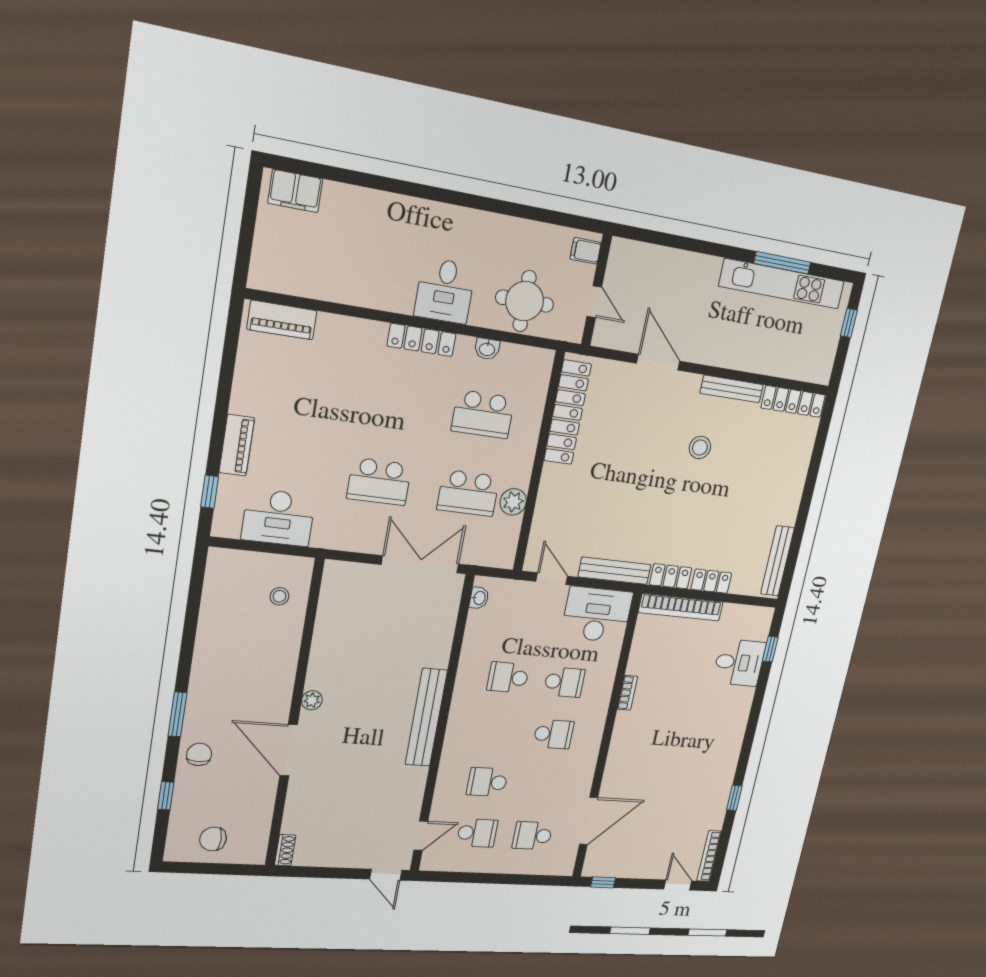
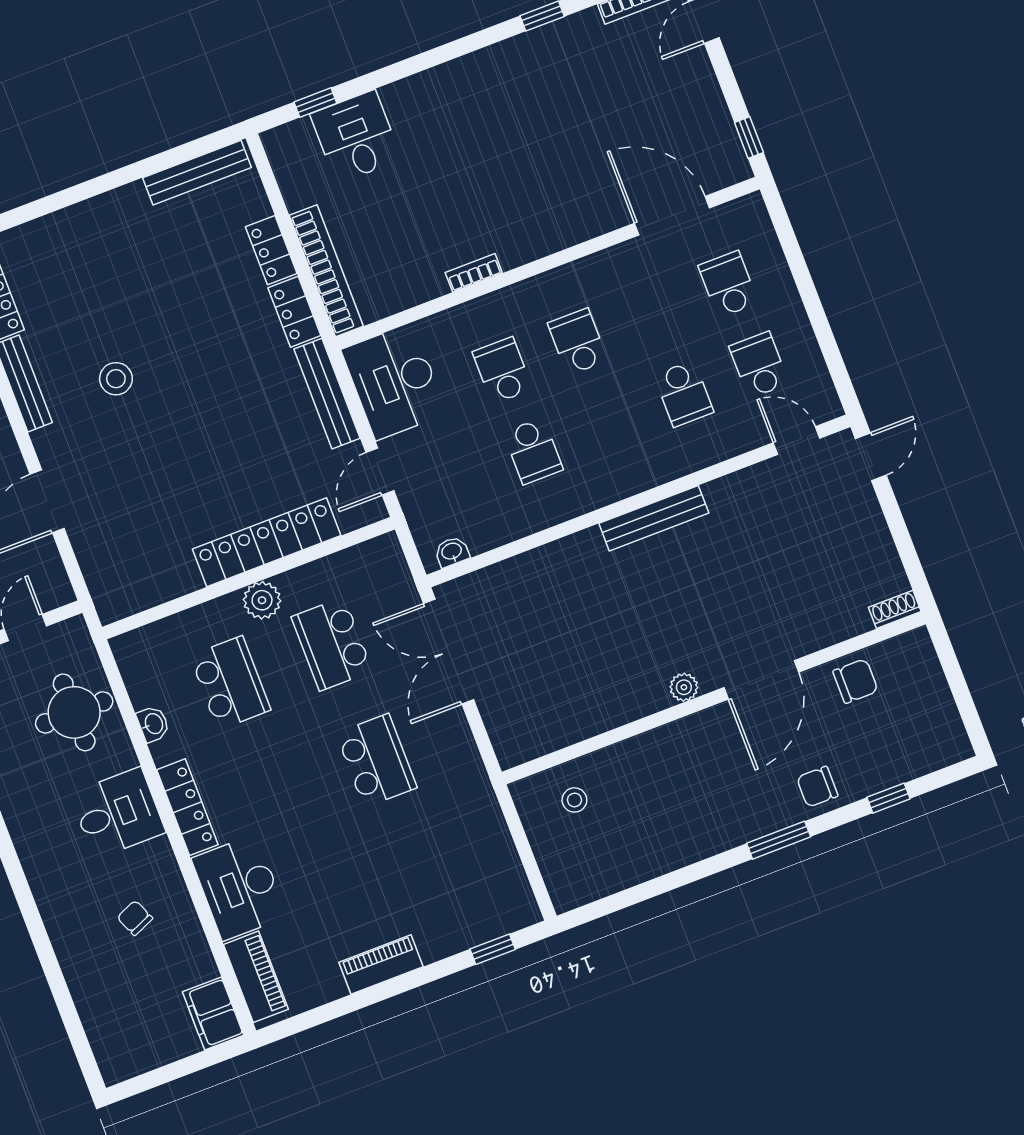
filing cabinet: (295, 191) -> (213, 1013), moved, turned 180
chair: (370, 260) -> (135, 918), added
locker: (567, 412) -> (267, 542), moved
piano: (237, 445) -> (381, 964), moved
school desk: (468, 493) -> (332, 644), turned 180
plant: (513, 502) -> (262, 600), moved
desk: (278, 518) -> (239, 887), moved, turned 180
bench: (426, 717) -> (654, 518), width x0.73, depth x0.82
school desk: (532, 836) -> (728, 284), turned 180
chair: (213, 839) -> (855, 681), moved, turned -90

